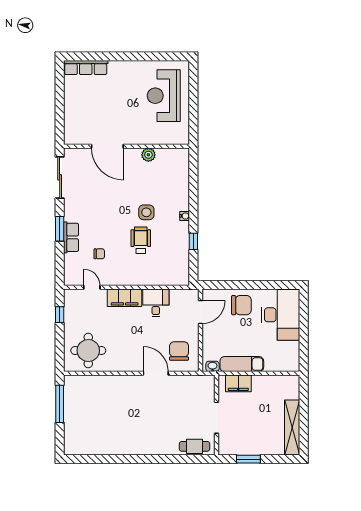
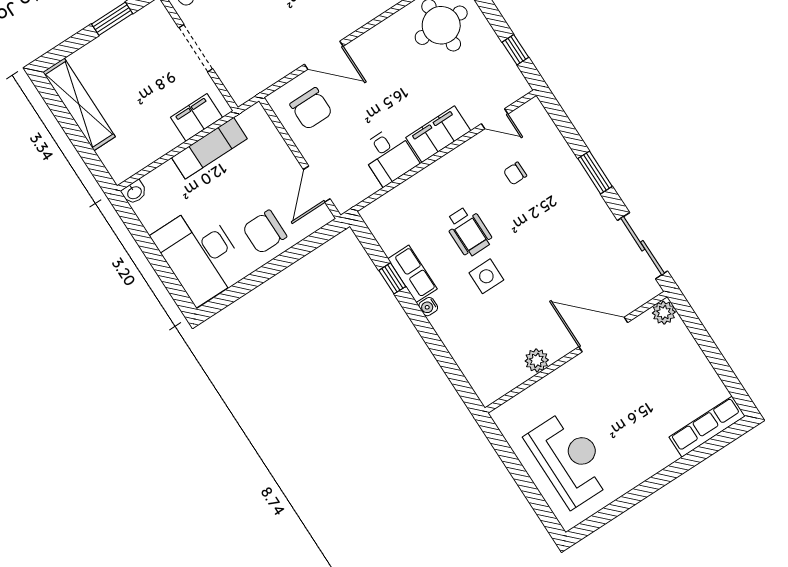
plant: (70, 138) -> (664, 313), added
row of seats: (71, 237) -> (412, 274), moved, turned 180
washbasin: (212, 366) -> (134, 192), moved

